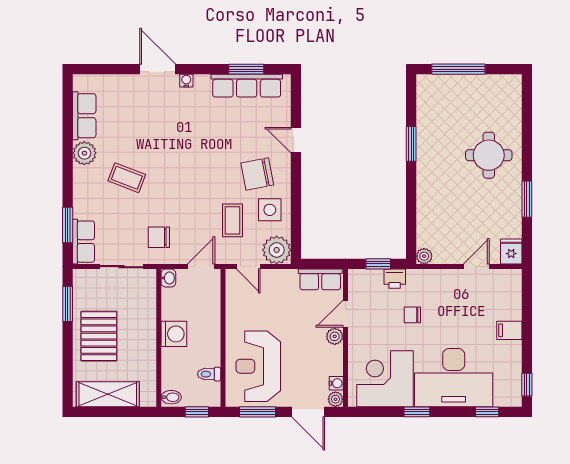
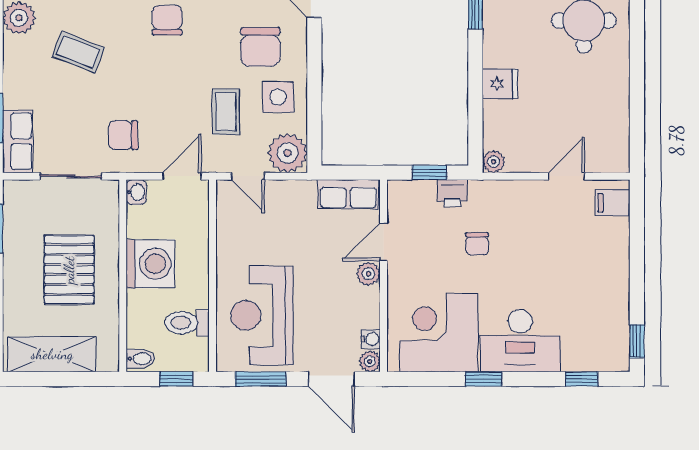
chair: (190, 155) -> (167, 20), added
chair: (257, 174) -> (260, 47), turned -79
window: (527, 199) -> (637, 82), removed
fridge: (511, 252) -> (500, 84), moved, turned 90
chair: (412, 315) -> (477, 244), turned -90
filing cabinet: (509, 330) -> (612, 203), moved
washing machine: (174, 334) -> (150, 264), width x1.37, depth x1.37
pallet: (99, 336) -> (69, 270), moved
toilet: (209, 374) -> (187, 323), width x1.37, depth x1.39
desk: (454, 378) -> (520, 341), width x0.73, depth x0.77

